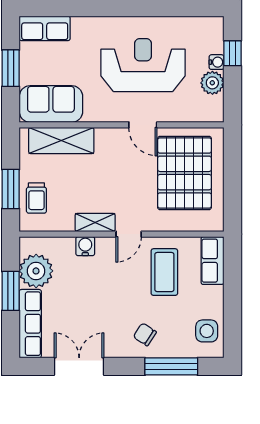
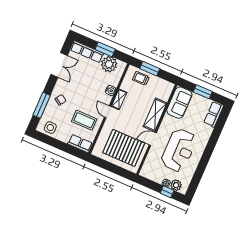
plant: (212, 83) -> (176, 185), moved
shelving: (61, 141) -> (155, 115), moved

